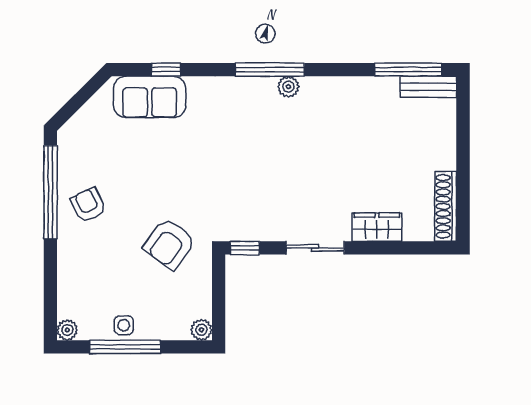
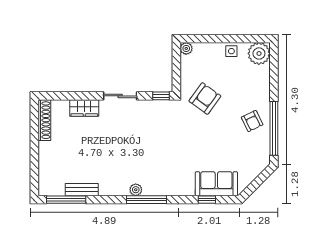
bench: (428, 87) -> (82, 190), moved
plant: (67, 330) -> (259, 53), width x1.88, depth x1.88
window: (125, 347) -> (231, 39), removed

